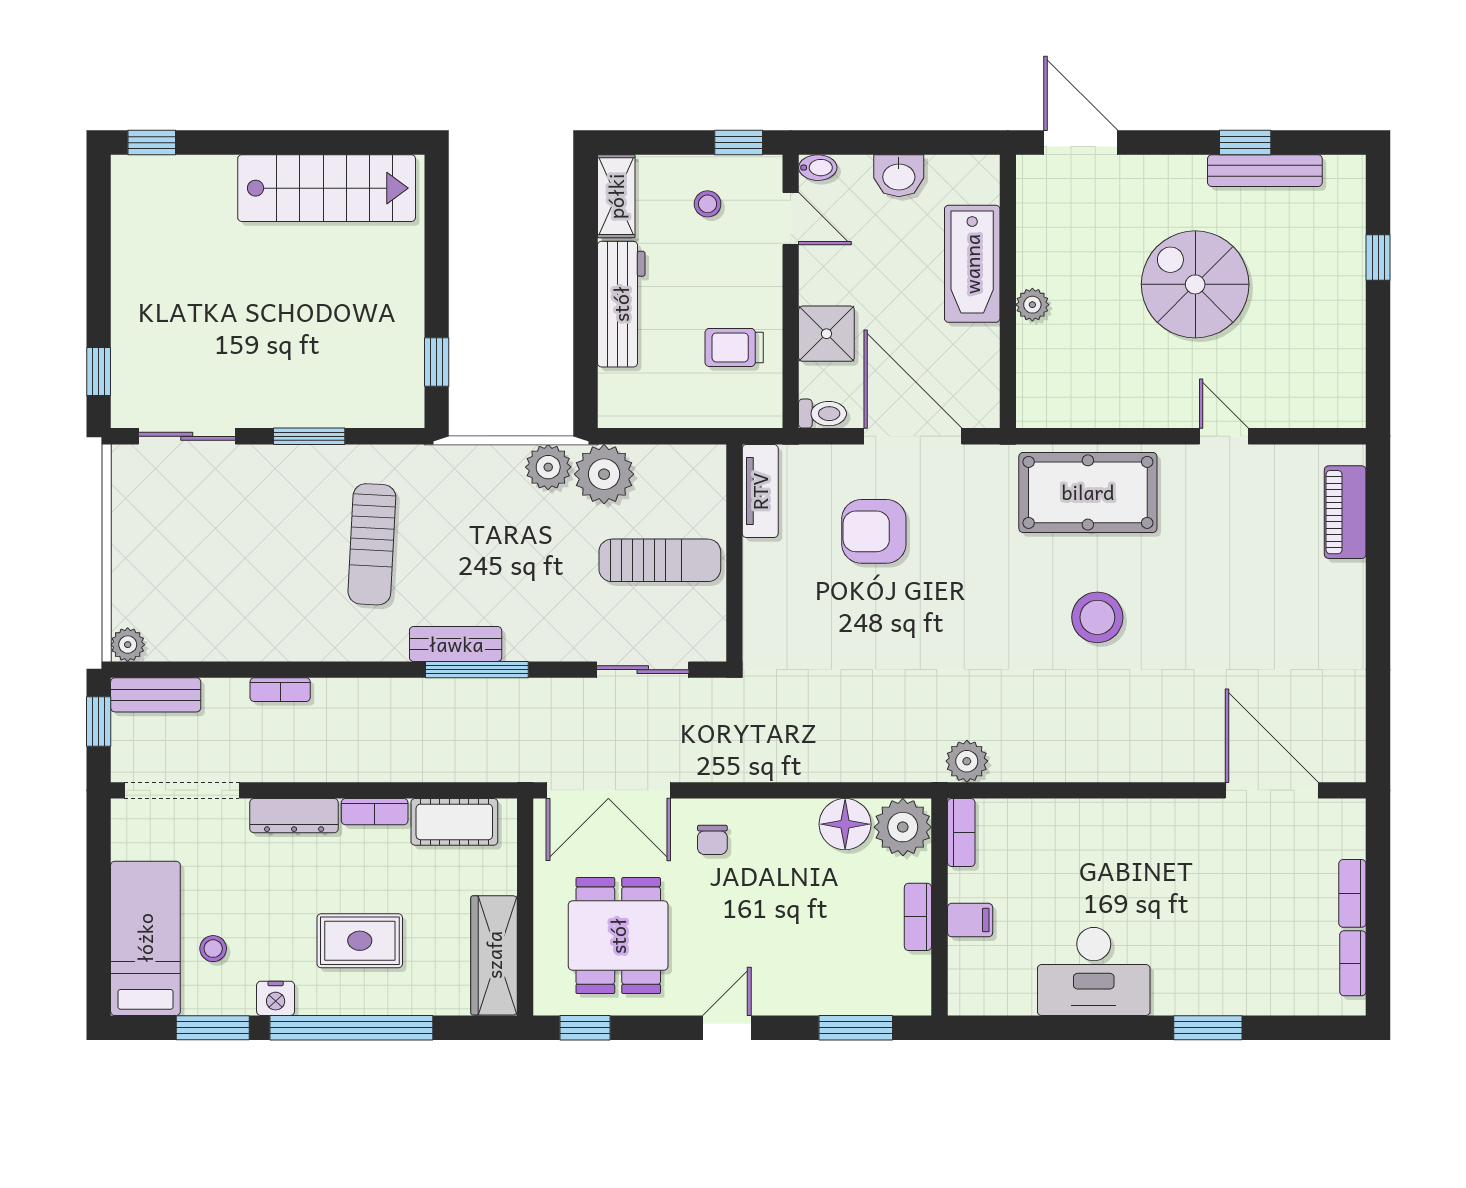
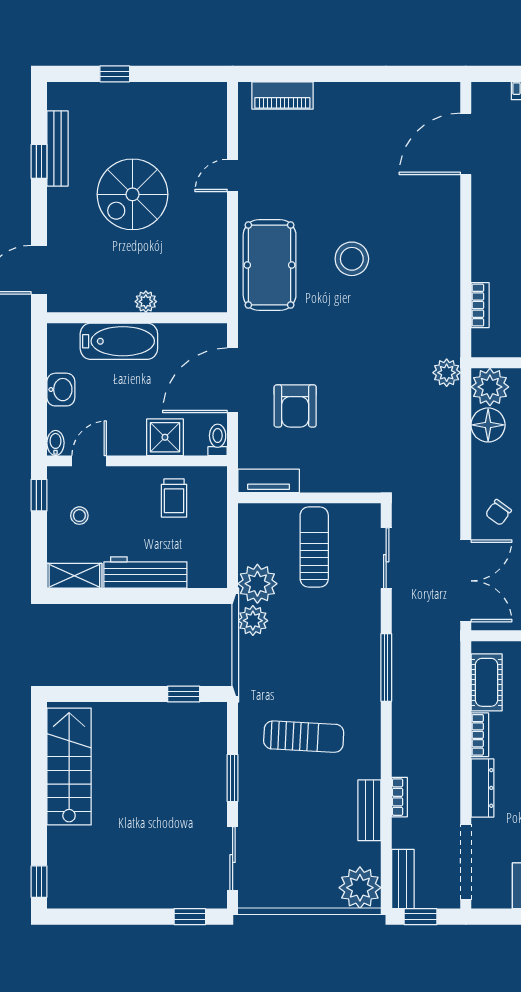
bench: (456, 644) -> (369, 810), moved
plant: (128, 645) -> (360, 888), width x1.88, depth x1.88
plant: (967, 761) -> (447, 373), moved
bookcase: (961, 832) -> (480, 305), moved, turned 90
chair: (712, 840) -> (498, 512), turned 126

